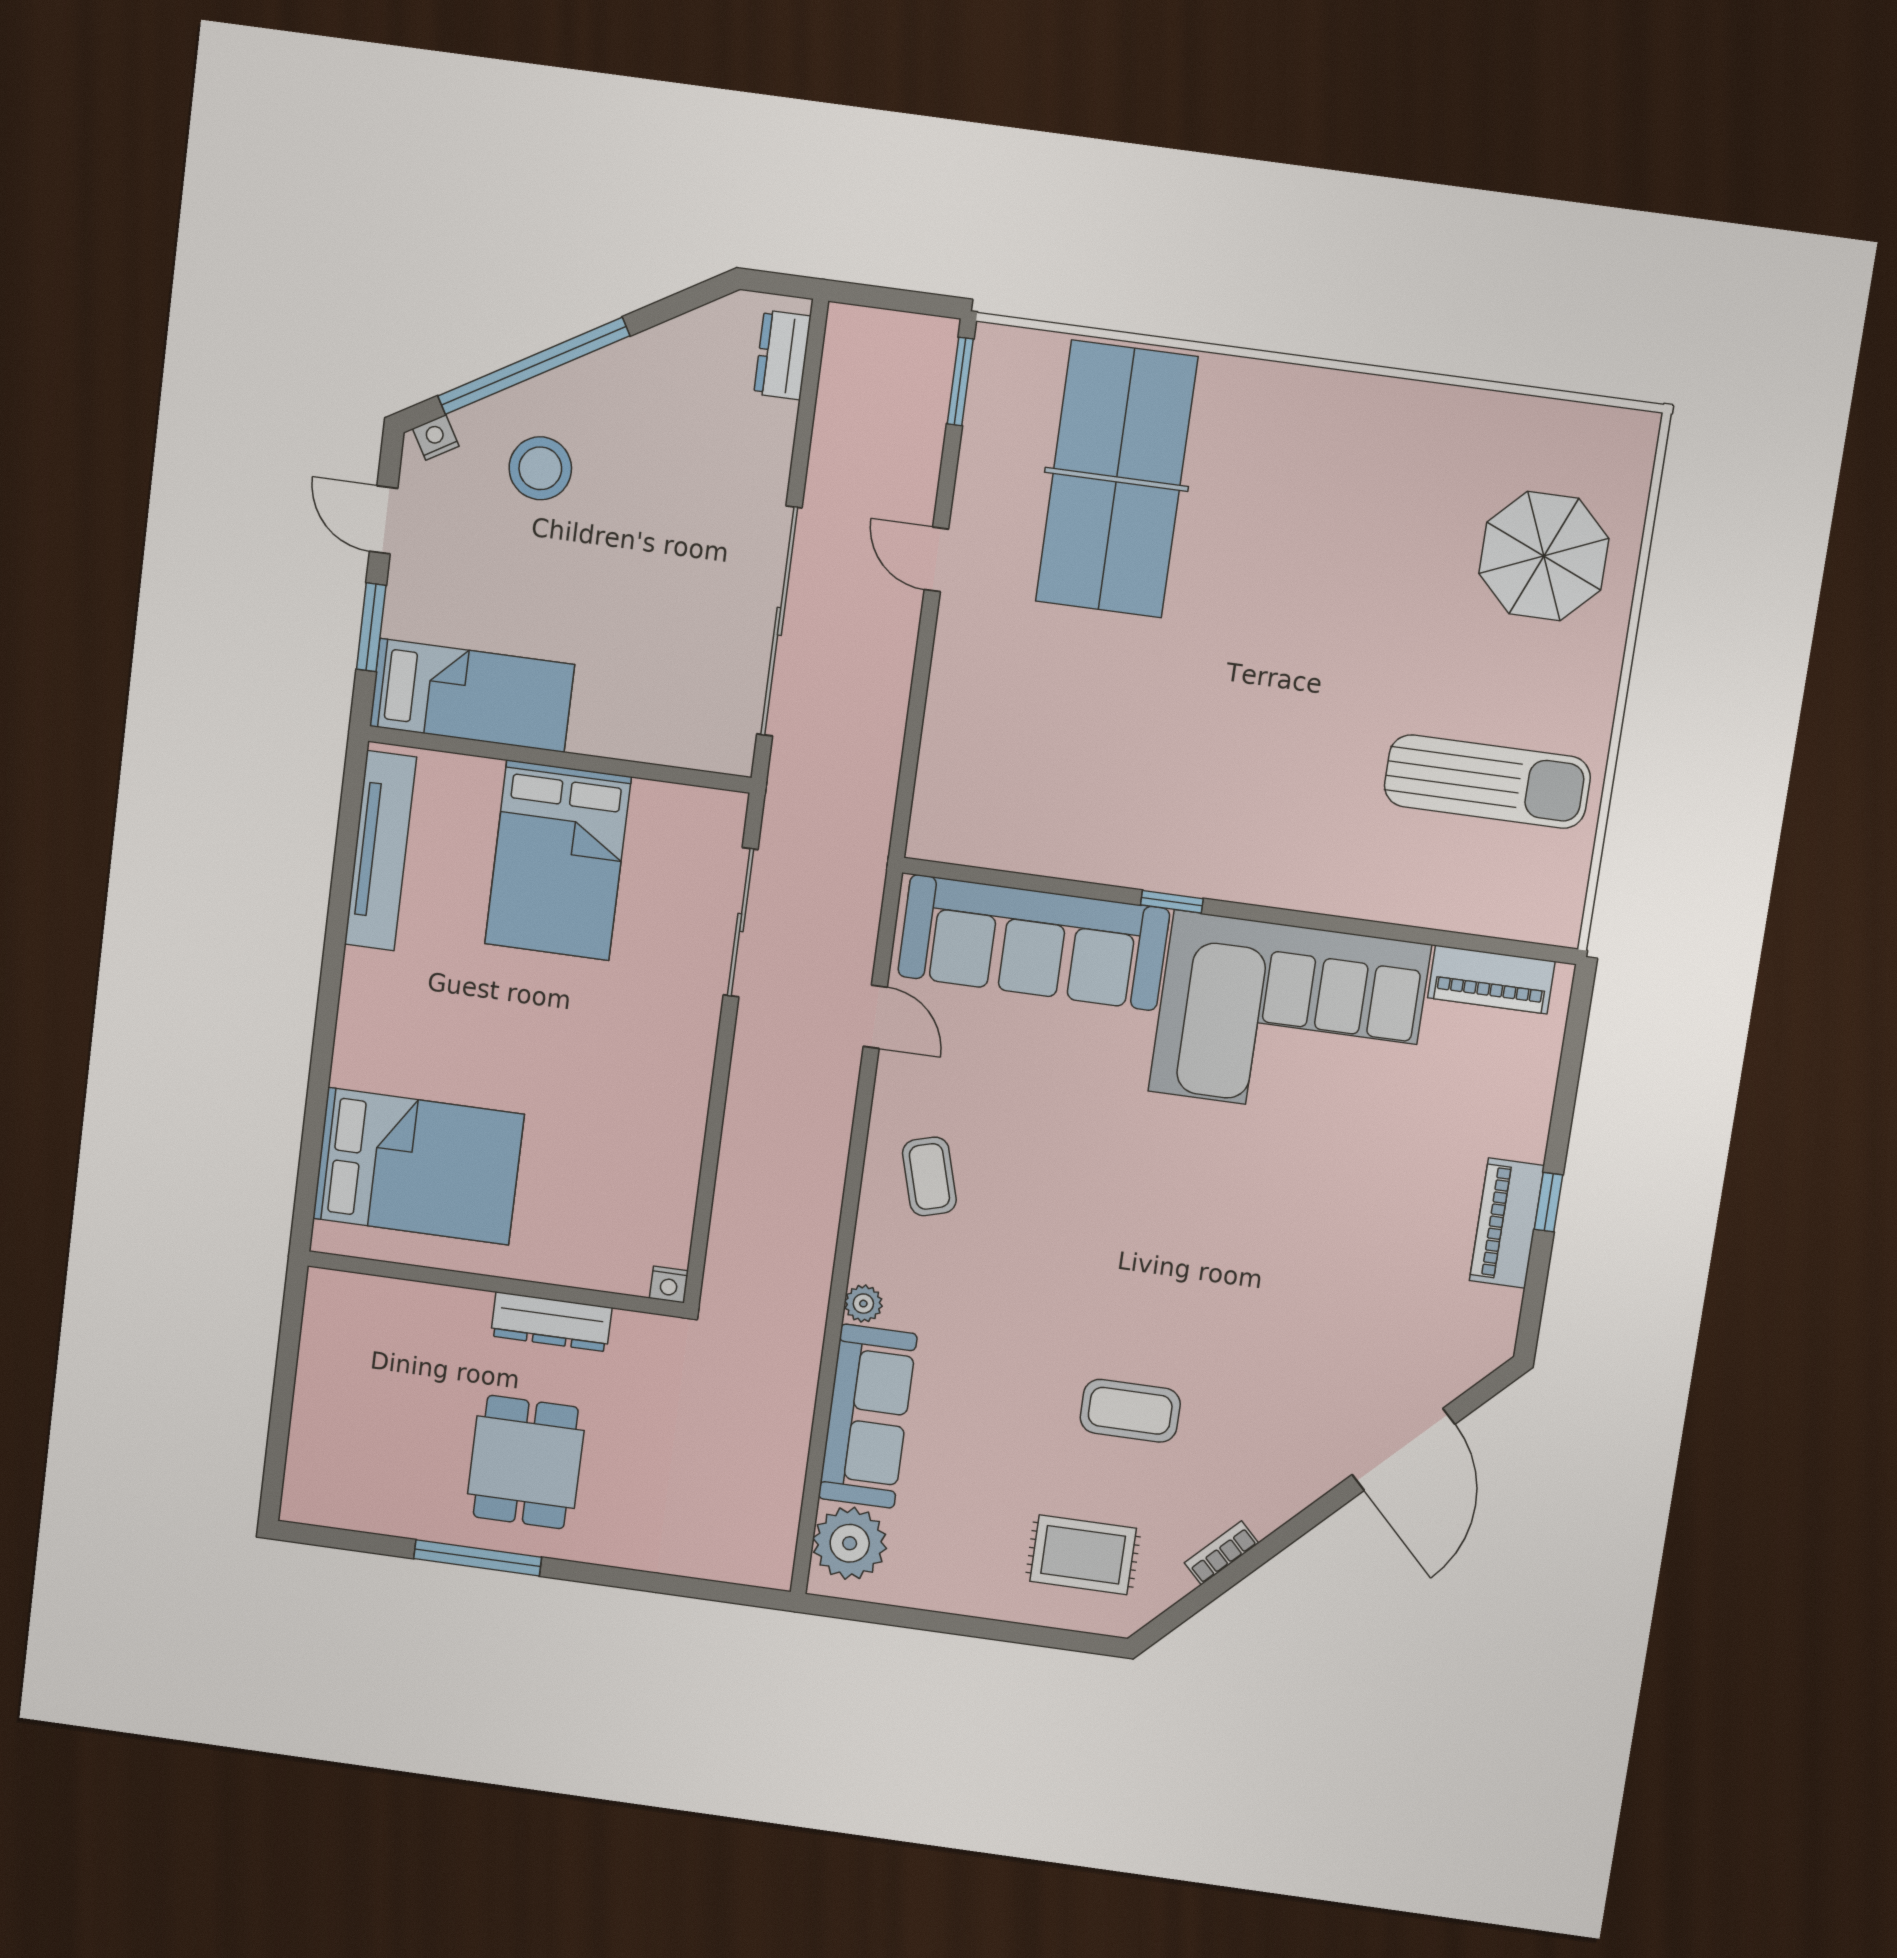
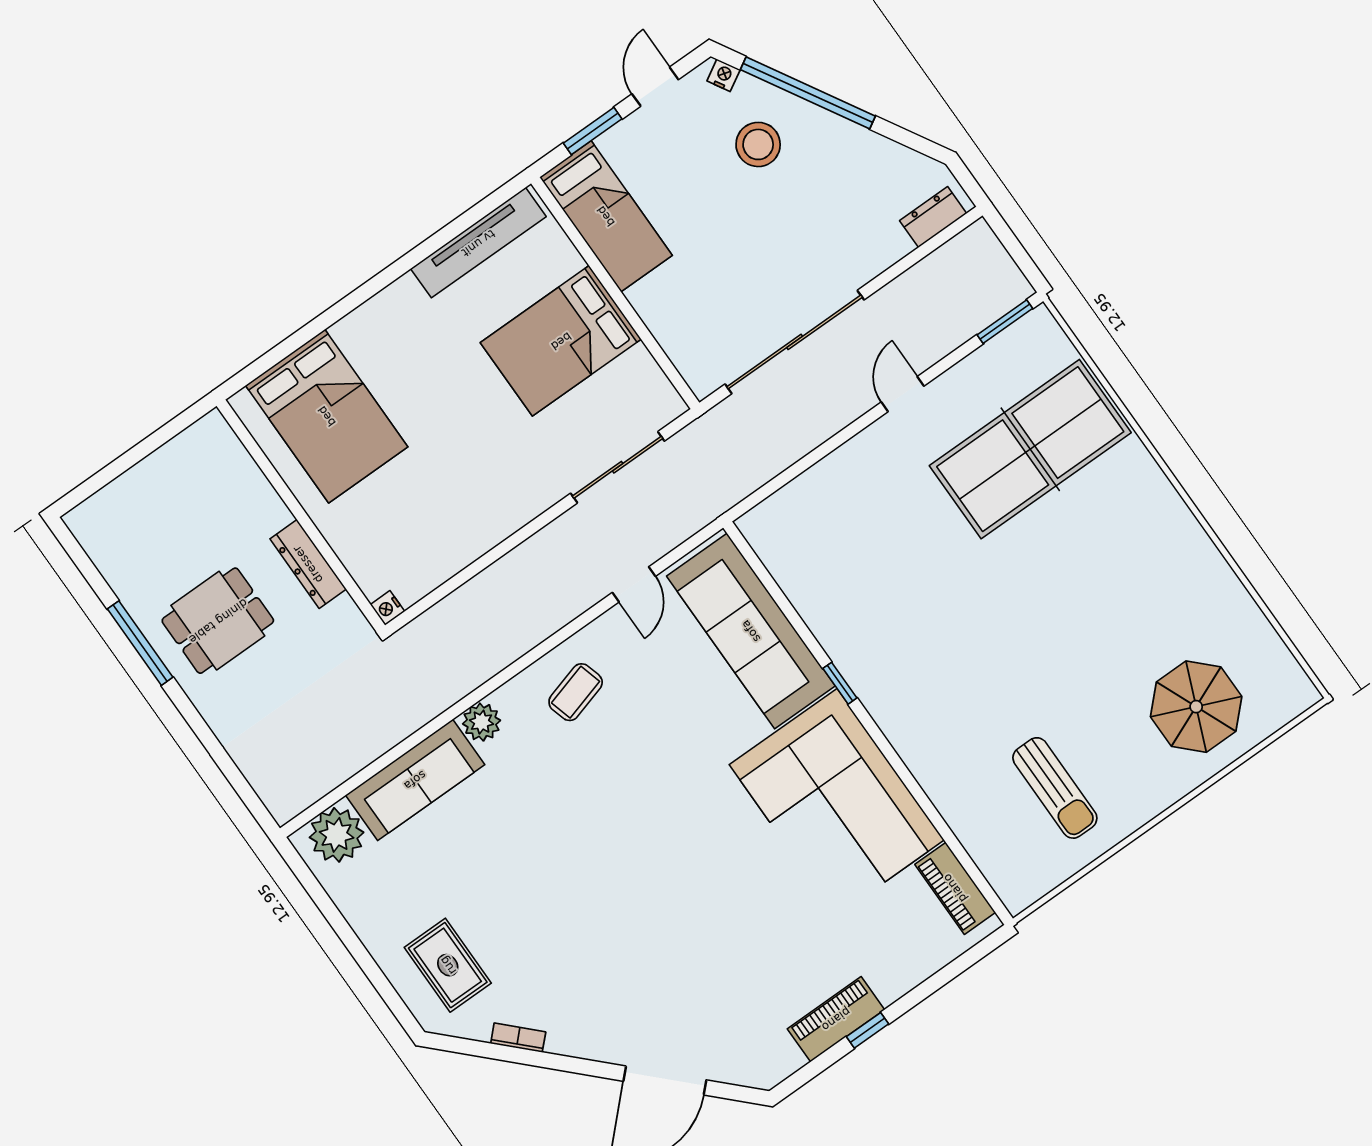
sun lounger: (1487, 782) -> (1055, 788), width x0.73, depth x0.75
plant: (863, 1304) -> (482, 722), width x1.38, depth x1.38
coffee table: (1130, 1411) -> (549, 916), removed

